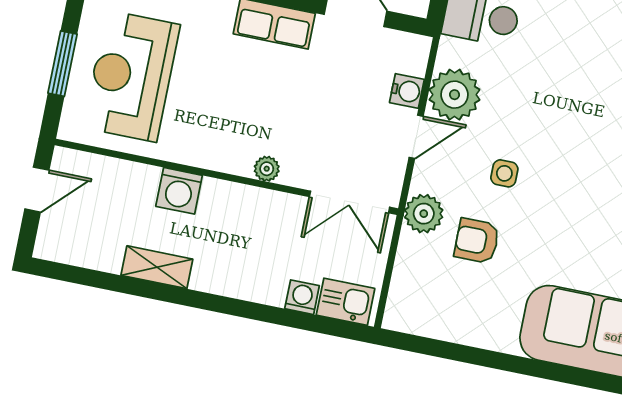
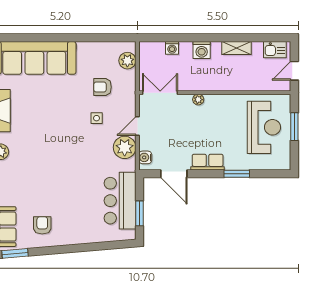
water cooler: (407, 91) -> (145, 157), moved
washing machine: (179, 191) -> (202, 50), moved, turned 180
plant: (424, 214) -> (127, 61), moved
armchair: (477, 241) -> (102, 87), turned 180
kitchen sink: (346, 302) -> (275, 50), moved

